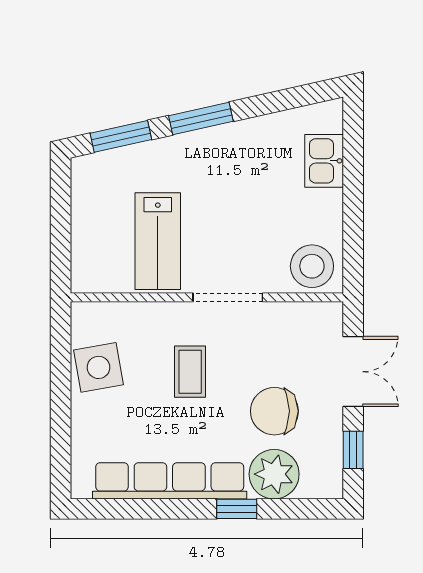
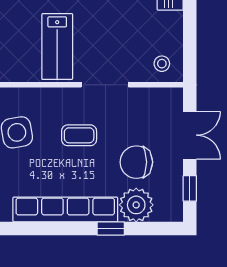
stool: (312, 266) -> (162, 64), width x0.53, depth x0.53
coffee table: (190, 372) -> (79, 135), turned 90

